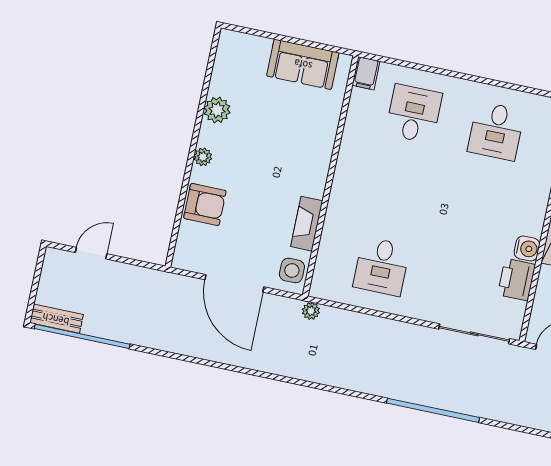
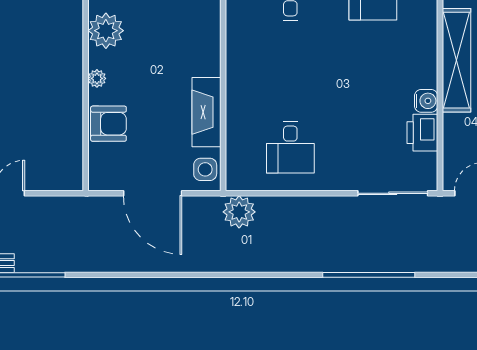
plant: (217, 110) -> (106, 31), width x1.36, depth x1.36
fireplace: (307, 224) -> (207, 112), width x1.37, depth x1.32
plant: (311, 311) -> (239, 212), width x1.88, depth x1.88

